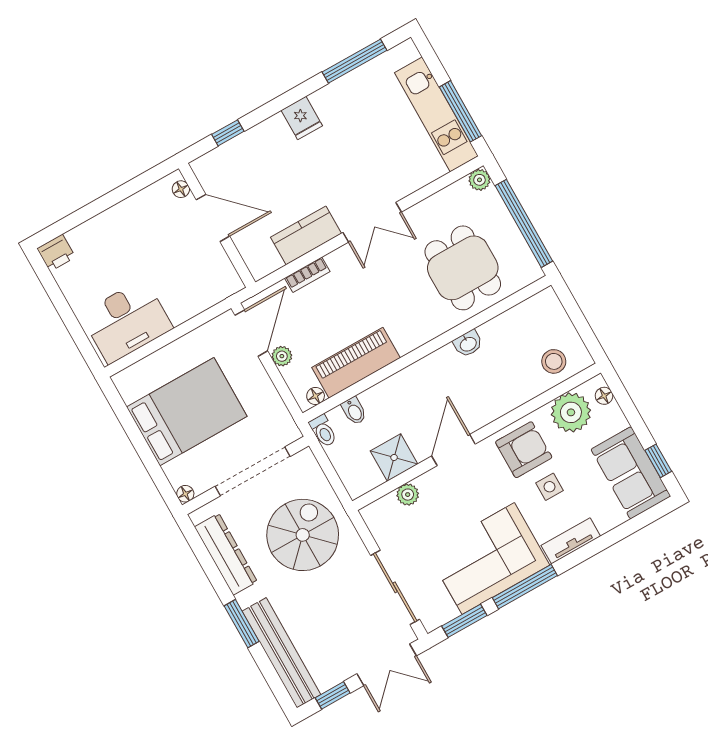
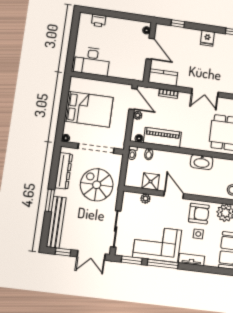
kitchen counter: (306, 235) -> (163, 77), moved
printer: (56, 253) -> (99, 21), moved
door: (251, 333) -> (133, 99), hinge flipped
washbasin: (468, 344) -> (202, 162), width x1.91, depth x1.45
door: (453, 450) -> (174, 195), hinge flipped
spiral stairs: (303, 535) -> (97, 185), turned -90

